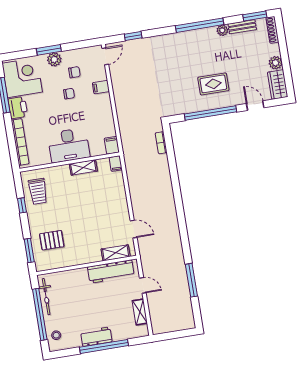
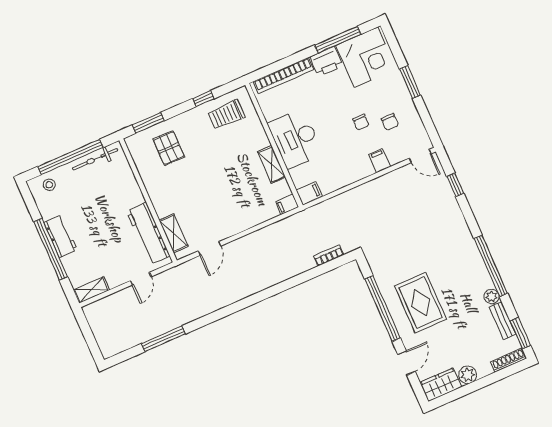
plant: (54, 59) -> (400, 92), removed
rug: (213, 84) -> (420, 303), width x1.36, depth x1.43
shelving: (140, 312) -> (91, 290), moved

